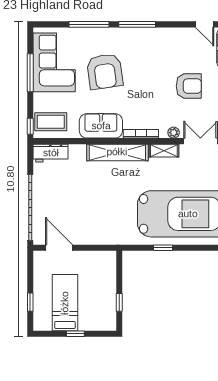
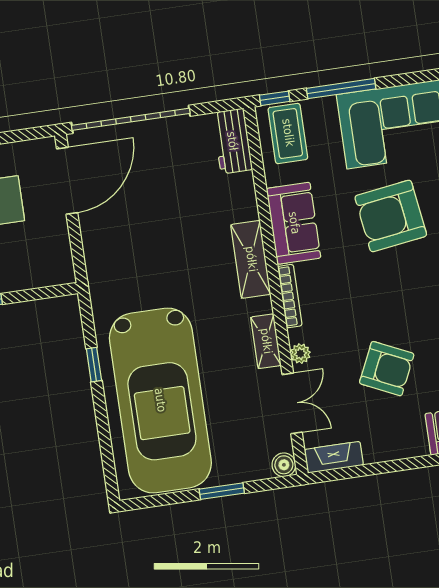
window: (30, 73) -> (341, 89), moved
armchair: (189, 86) -> (387, 369), turned -65
shelving: (117, 152) -> (251, 259), width x0.68
door: (59, 248) -> (67, 181), width x1.36

